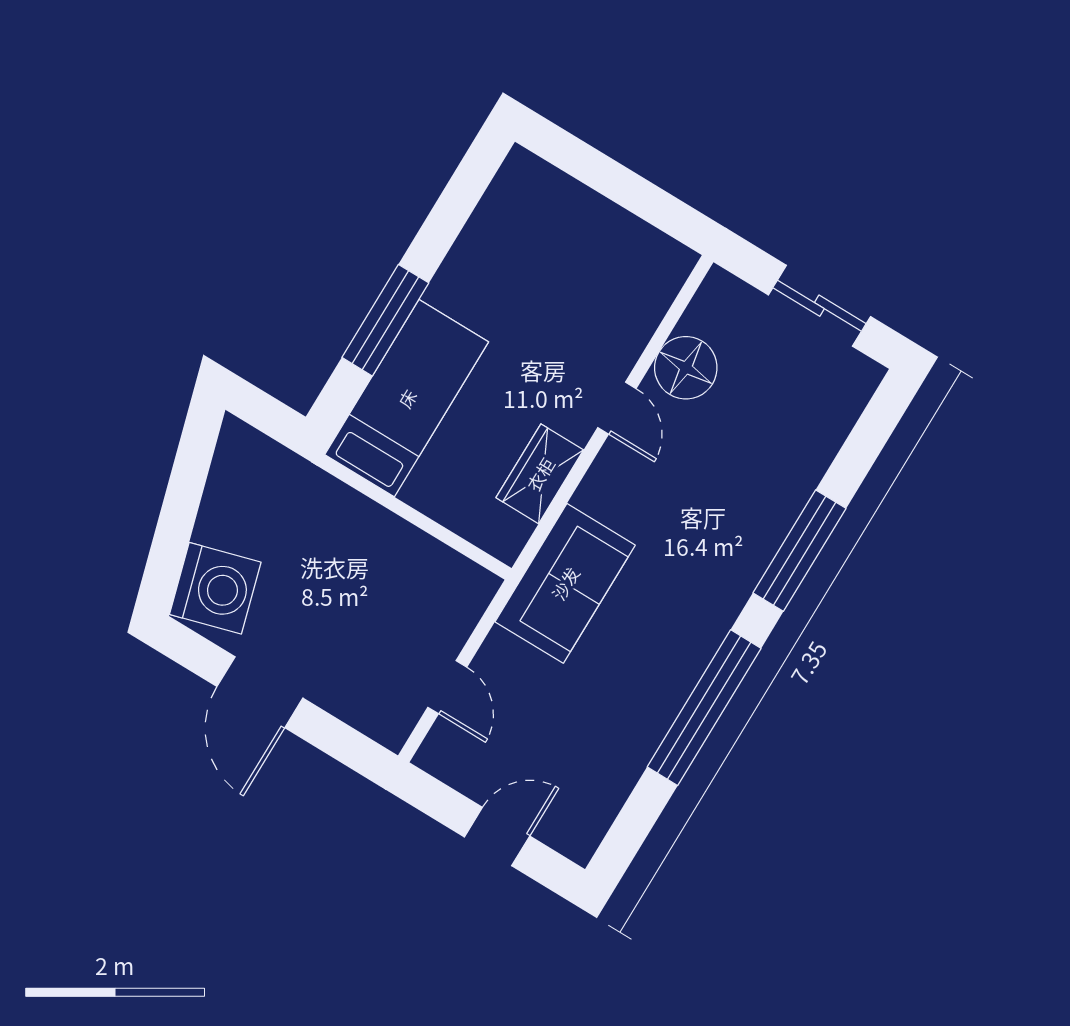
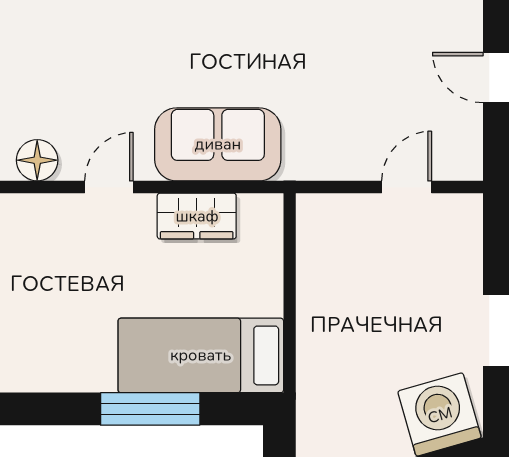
floor lamp: (686, 368) -> (37, 160), width x0.73, depth x0.73
sofa: (565, 583) -> (218, 144), moved

